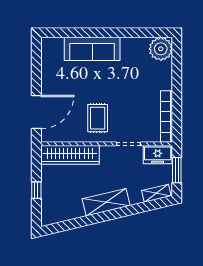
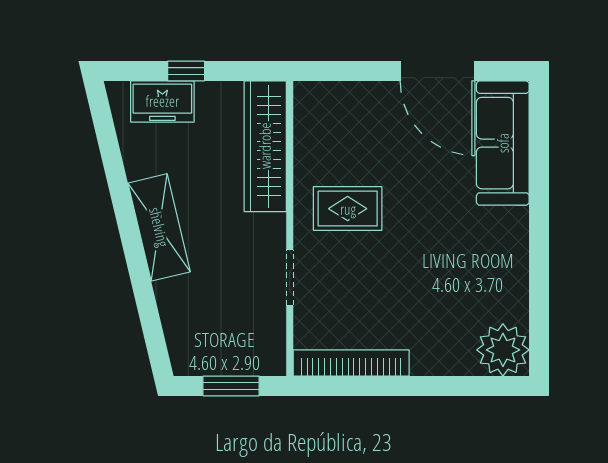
sofa: (92, 49) -> (503, 143), moved
door: (36, 112) -> (437, 71), moved
freezer: (158, 155) -> (162, 101), moved, turned -90
shelving: (156, 193) -> (179, 340), removed

